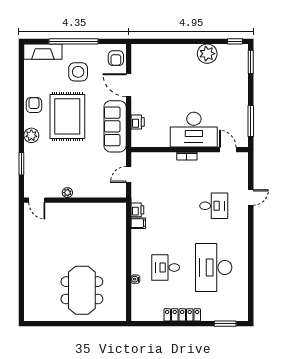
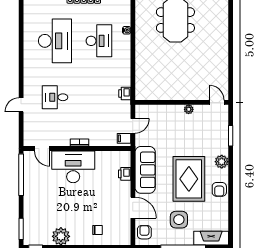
chair: (167, 61) -> (98, 230), added
window: (251, 121) -> (21, 175), width x1.46
filing cabinet: (138, 223) -> (124, 138), moved
desk: (166, 267) -> (99, 41), width x1.37

